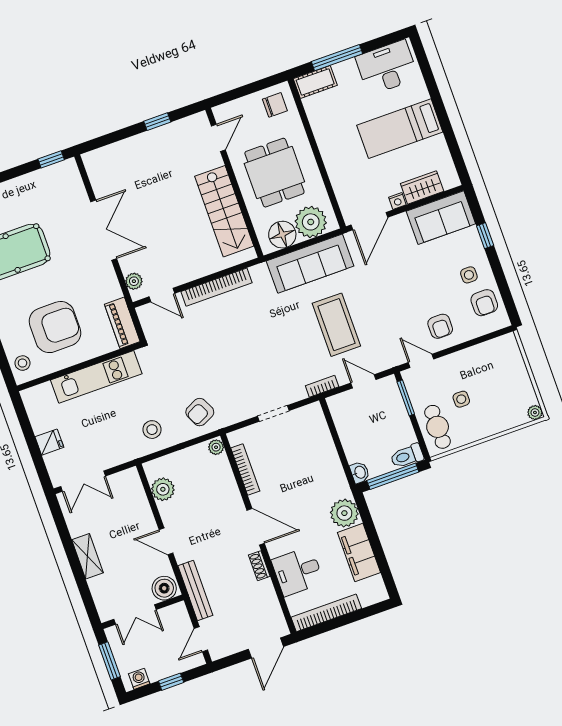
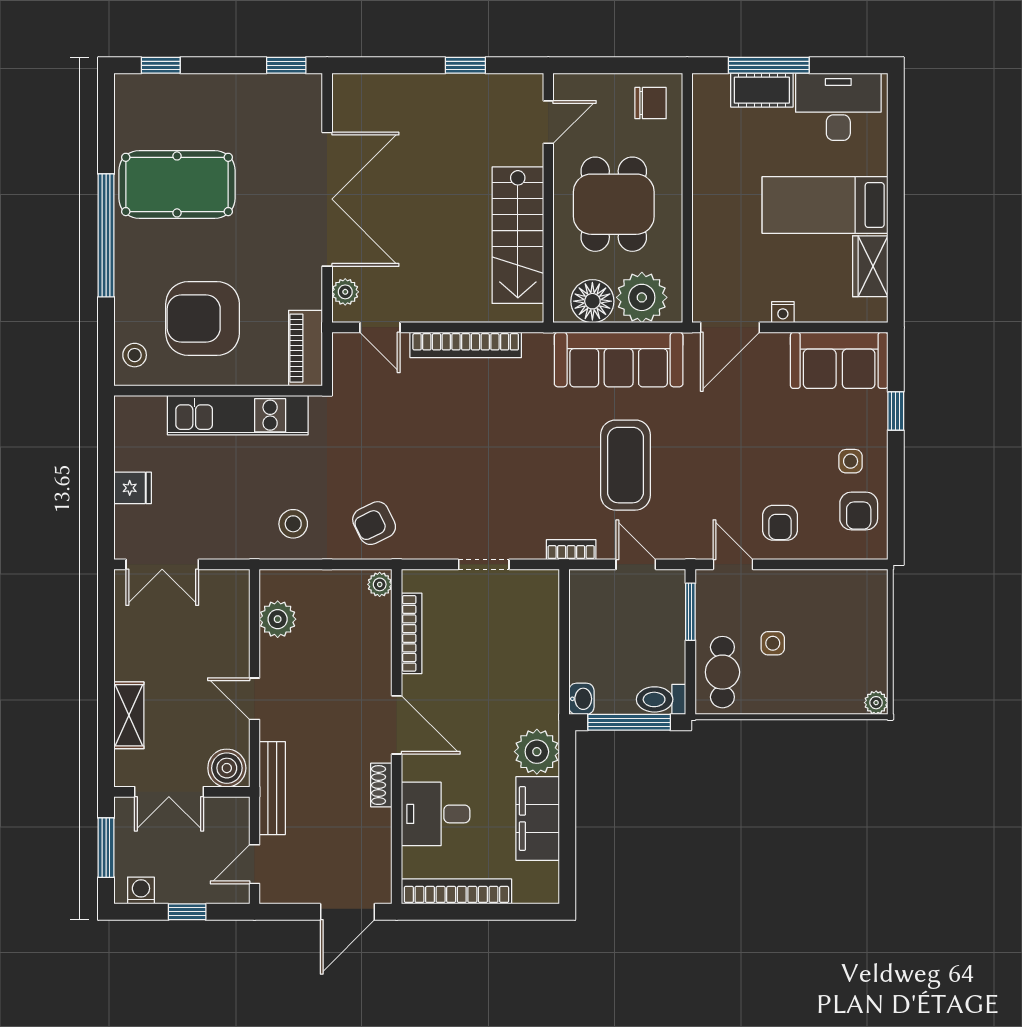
cot: (315, 82) -> (762, 90), moved
wardrobe: (422, 187) -> (870, 266), moved, turned -90
double door: (104, 230) -> (327, 199), width x1.36
armchair: (55, 327) -> (203, 319), turned 180
shelving: (88, 556) -> (129, 715), moved

